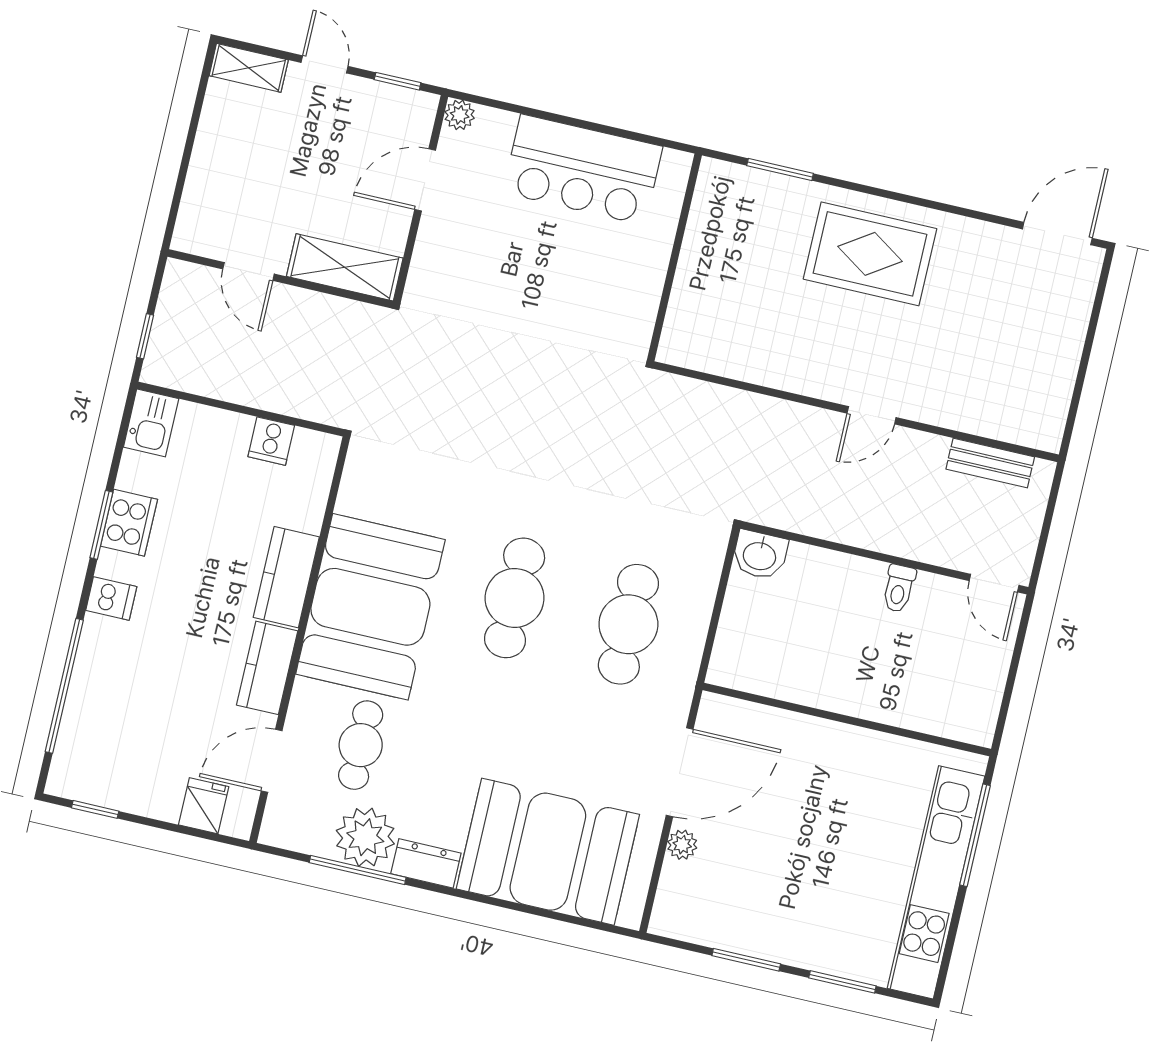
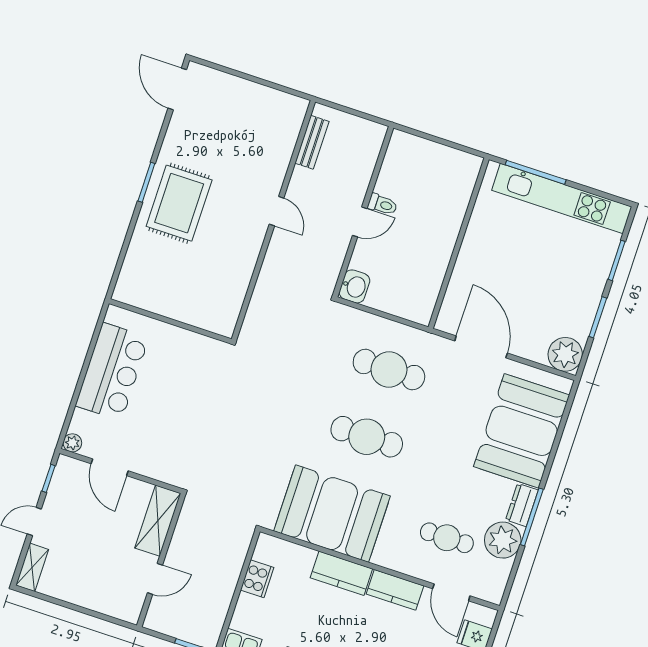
window: (780, 170) -> (146, 182), moved
cooker: (271, 441) -> (257, 579), width x1.36
door: (994, 583) -> (360, 222), moved
booth: (370, 607) -> (332, 514), moved
plant: (682, 845) -> (565, 354), moved, width x1.88, depth x1.88
window: (358, 870) -> (532, 517), moved

